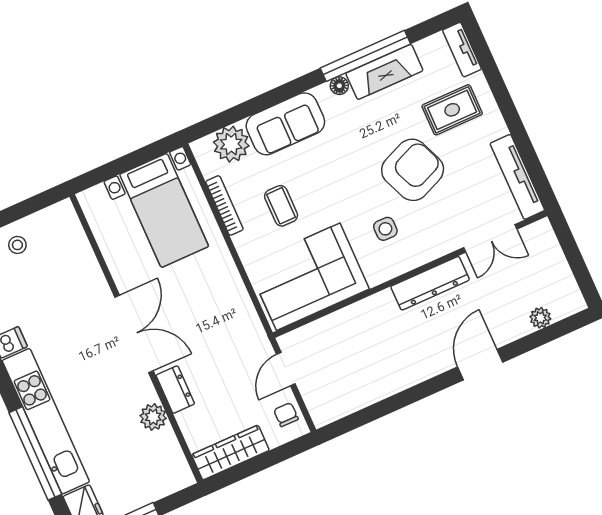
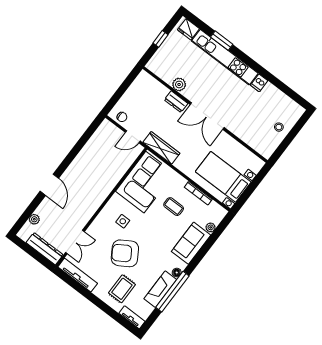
plant: (231, 144) -> (211, 227), width x0.53, depth x0.53
armchair: (413, 170) -> (125, 253), turned 81
double door: (490, 238) -> (75, 242), swing flipped
dresser: (430, 283) -> (45, 249), moved, turned 90
door: (286, 369) -> (133, 137), swing flipped
window: (35, 453) -> (222, 41), width x0.47
wardrobe: (230, 453) -> (161, 148), moved, turned -90

